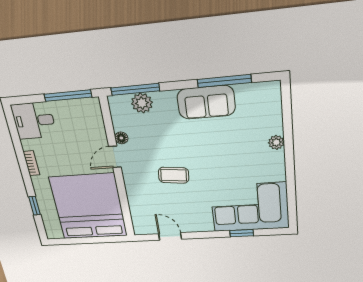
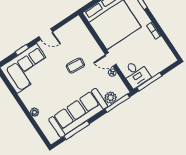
sofa: (206, 102) -> (78, 113), width x1.85, depth x1.27
desk: (34, 121) -> (136, 74), moved, turned 90
door: (115, 157) -> (111, 60), swing flipped
door: (170, 236) -> (46, 34), moved

